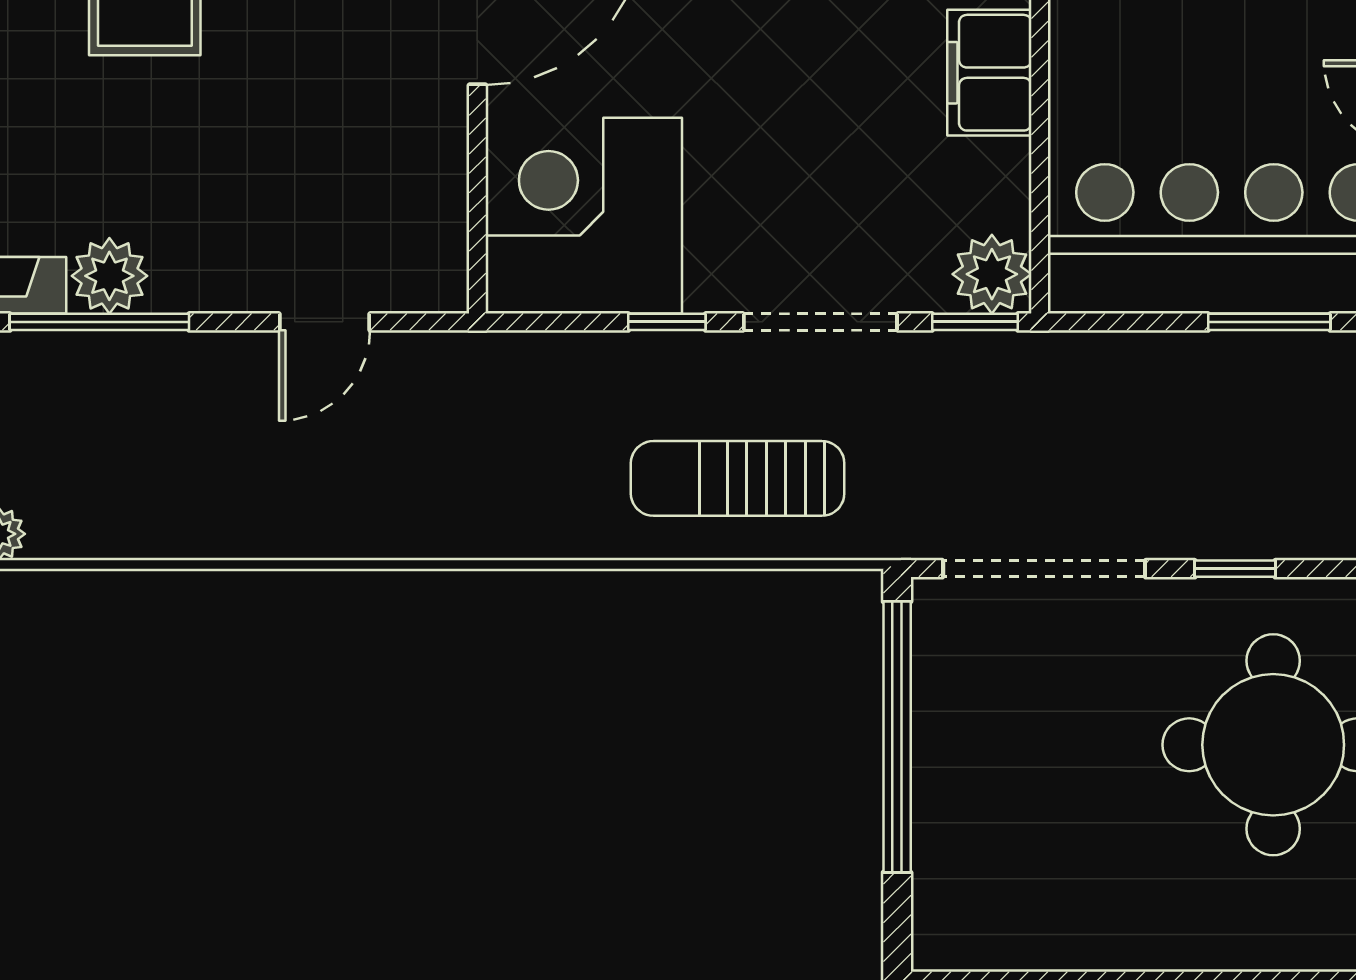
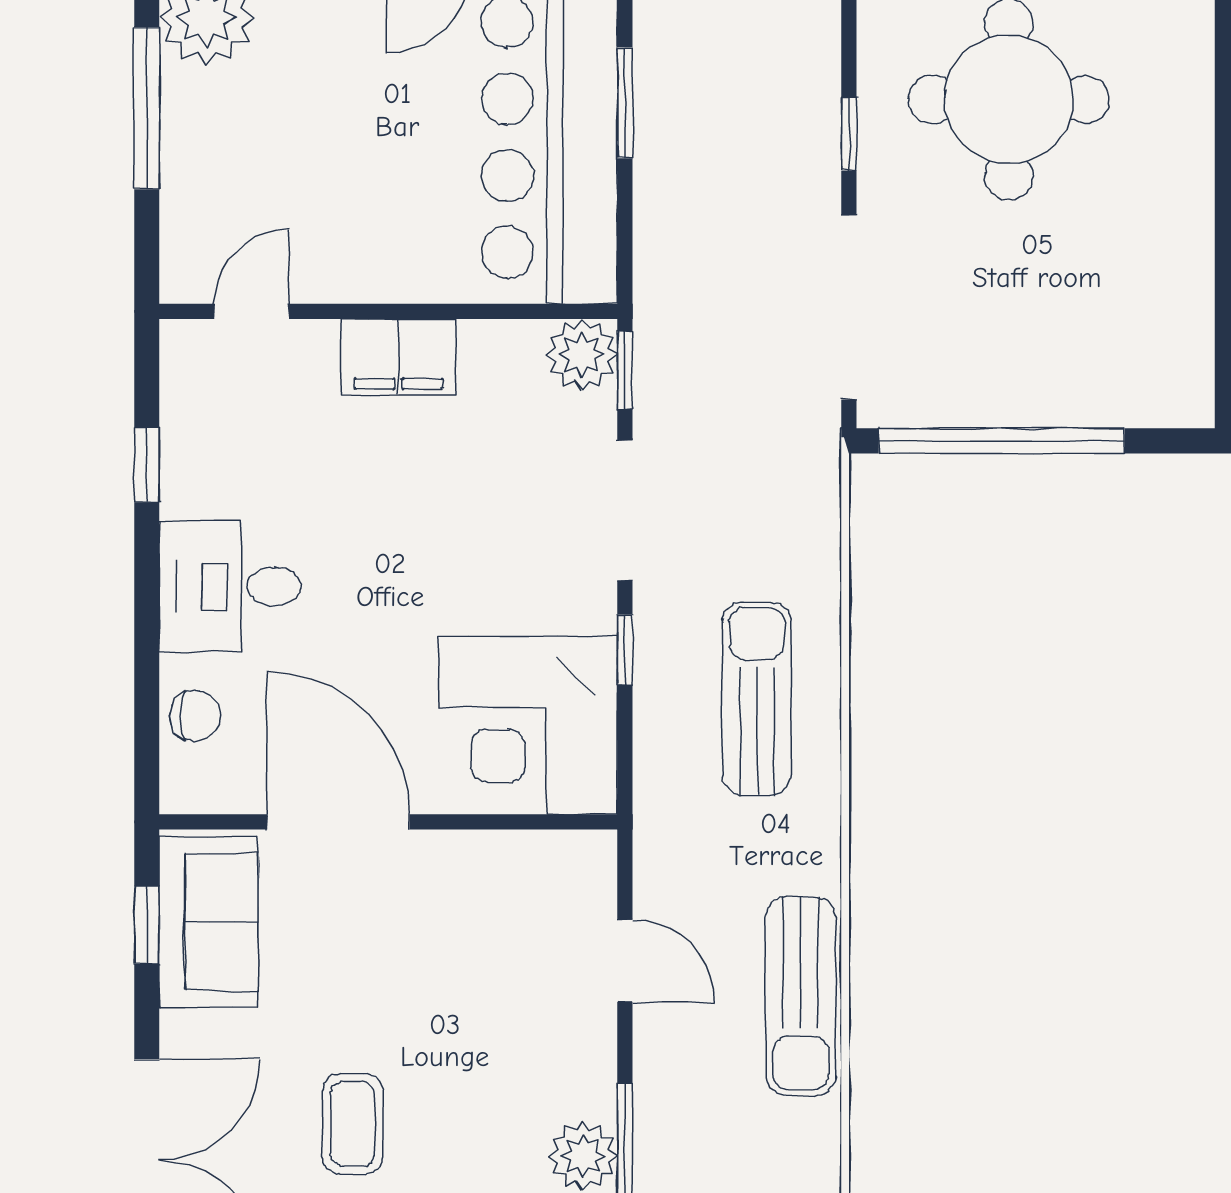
sun lounger: (738, 478) -> (757, 698), moved, turned 180
sun lounger: (285, 516) -> (801, 996), added

